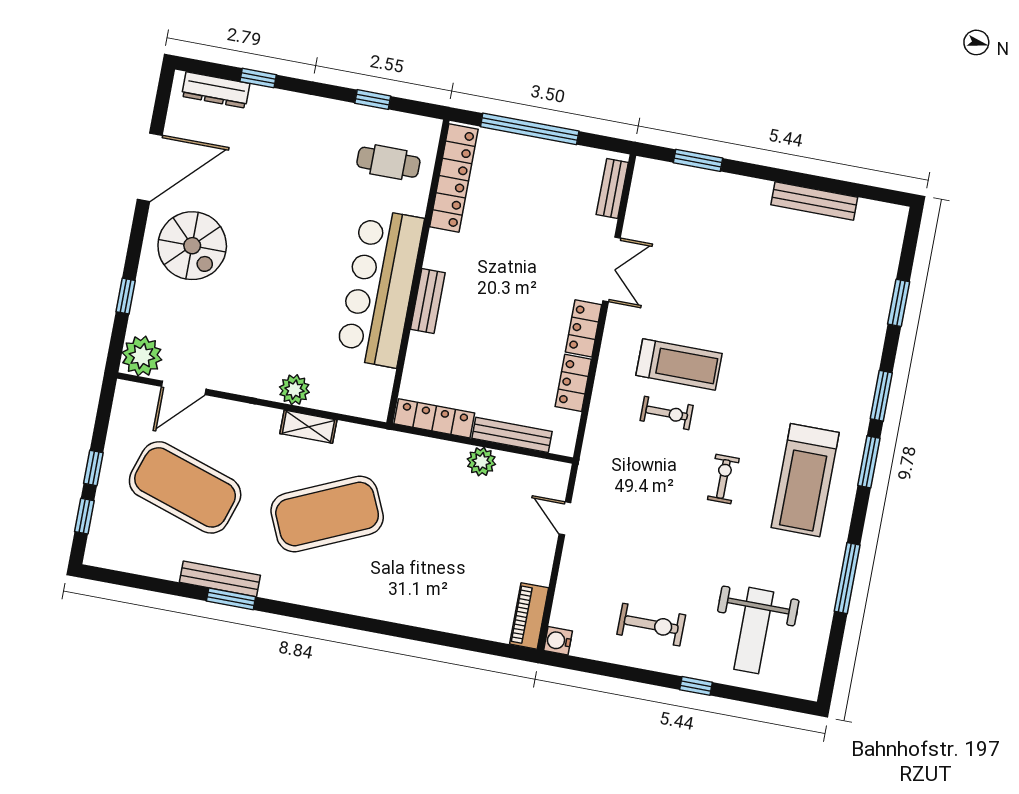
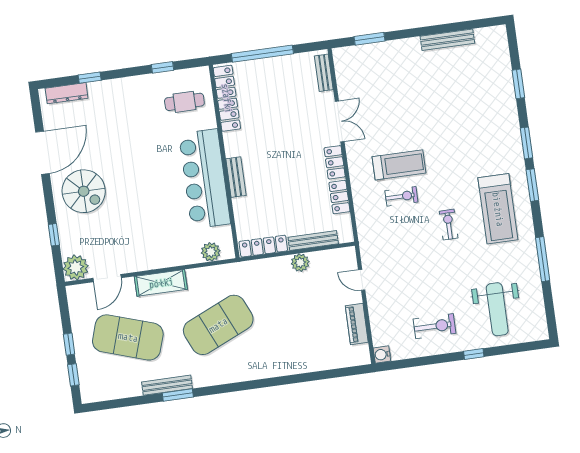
plant: (294, 390) -> (211, 252), moved
shelving: (308, 427) -> (161, 283), moved, width x1.50, depth x1.33
piano: (529, 616) -> (357, 324), moved

